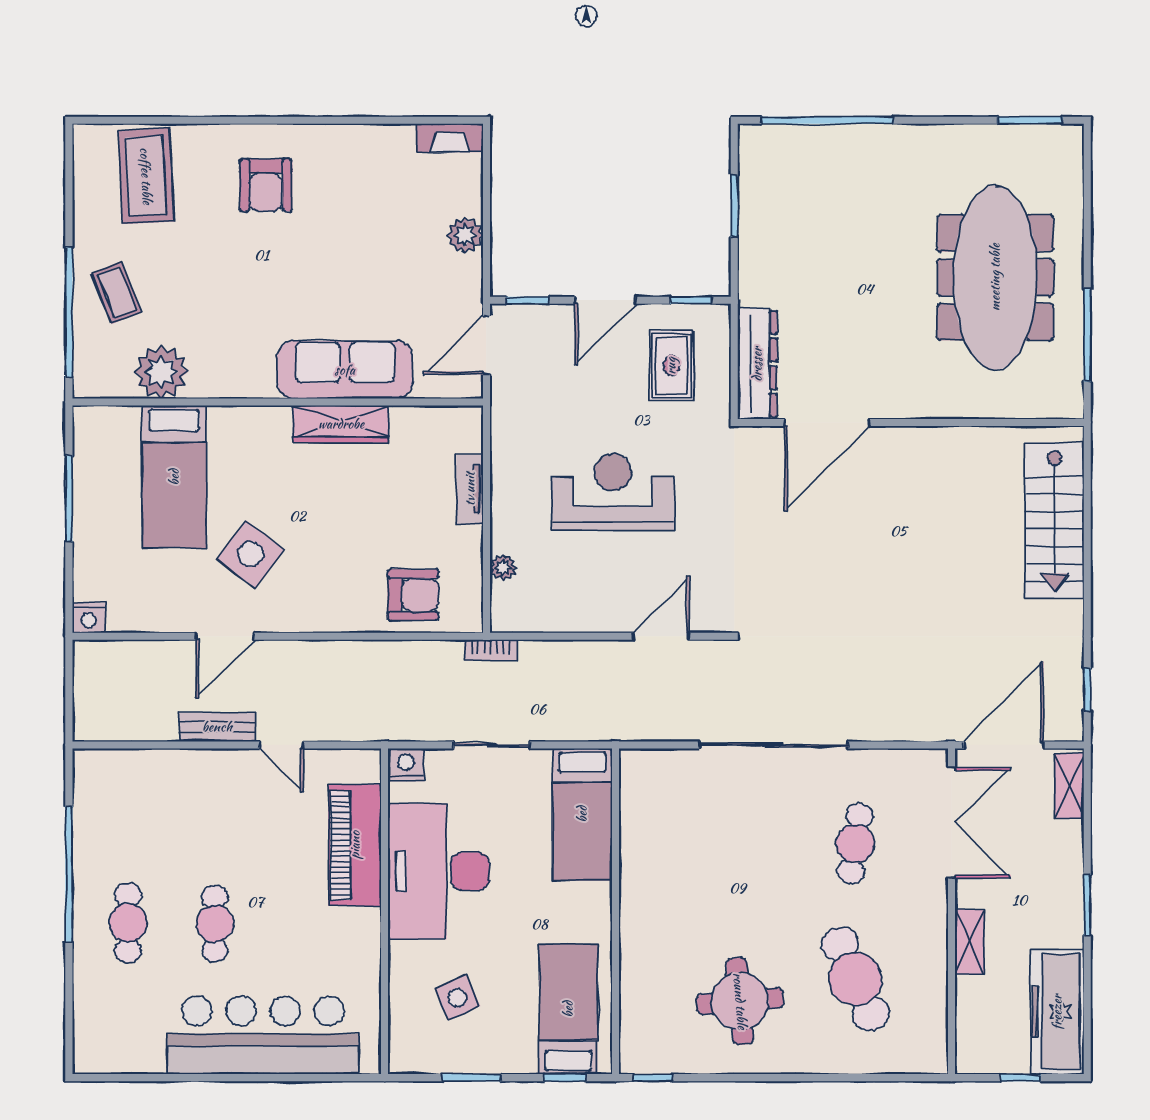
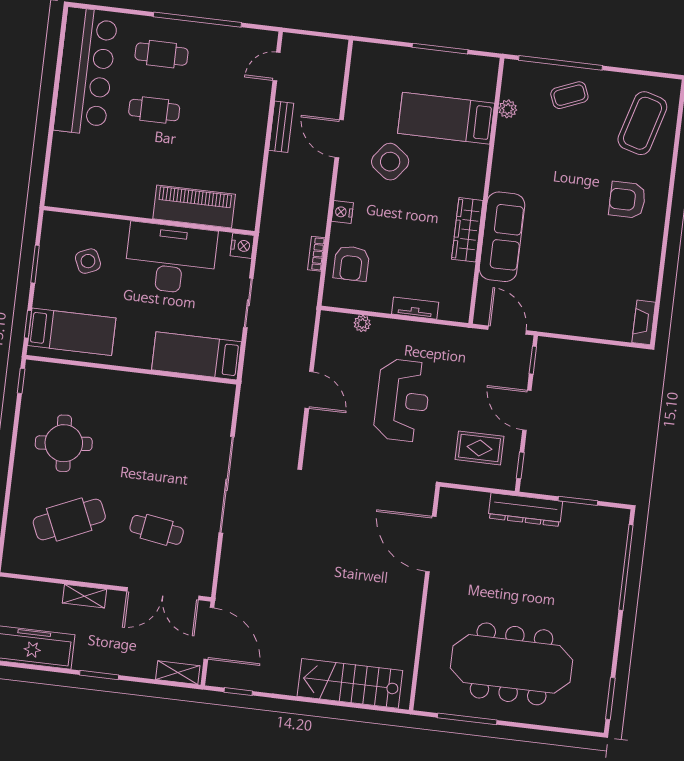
coffee table: (146, 176) -> (642, 123), turned -71
plant: (465, 235) -> (580, 325), removed
dresser: (757, 364) -> (525, 510), moved
plant: (161, 372) -> (508, 109), width x0.53, depth x0.53
nightstand: (89, 618) -> (342, 212), moved
door: (661, 636) -> (309, 390), moved
bookcase: (491, 650) -> (316, 254), moved
door: (281, 745) -> (277, 66), moved
bar counter: (263, 1035) -> (86, 71), moved

